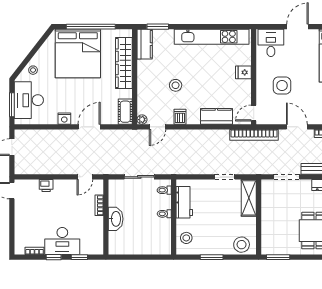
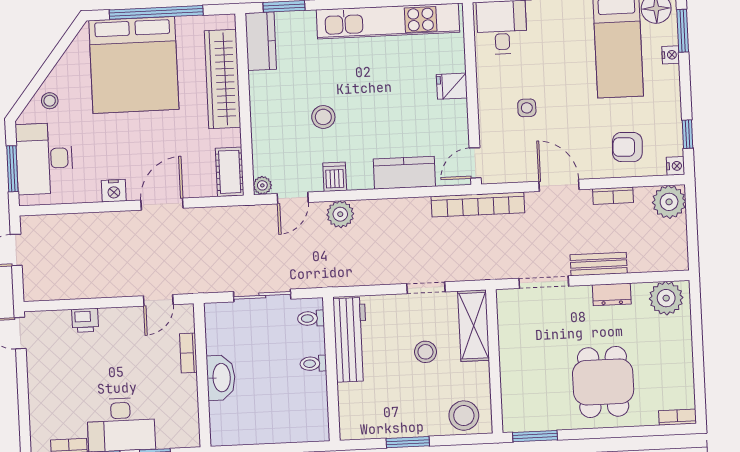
side table: (282, 86) -> (527, 108), width x0.54, depth x0.54
plant: (182, 136) -> (340, 214), added
workbench: (184, 202) -> (351, 340), width x1.38
stool: (186, 238) -> (425, 352), moved

